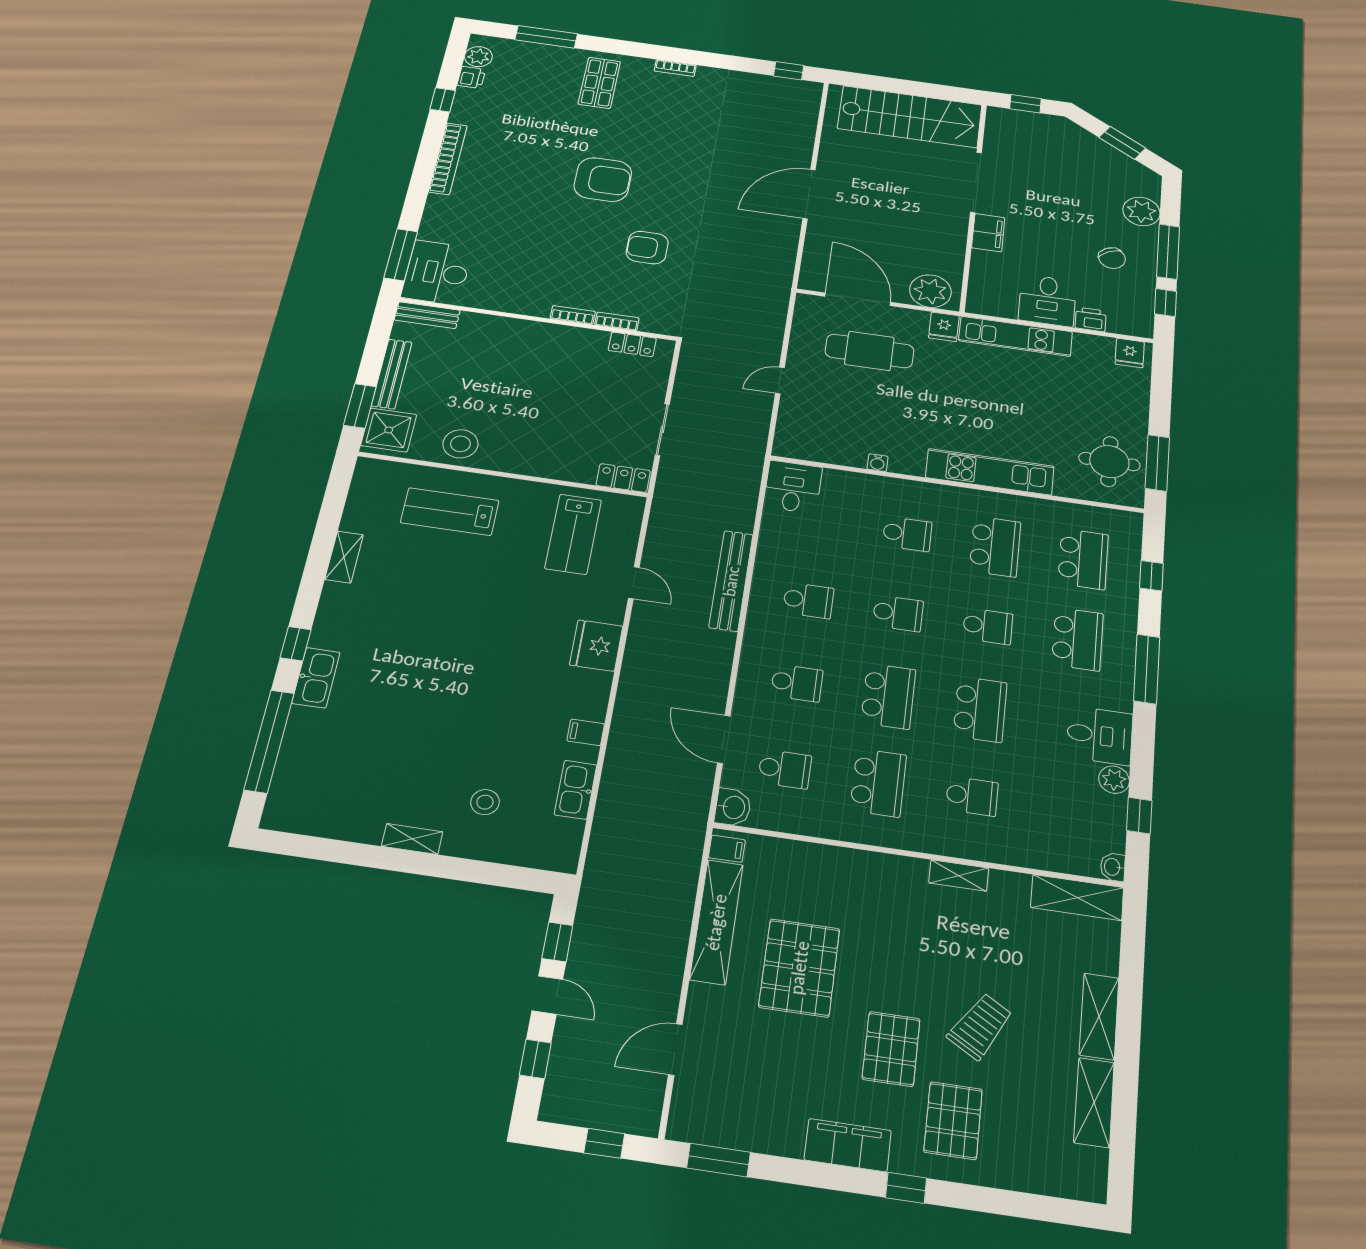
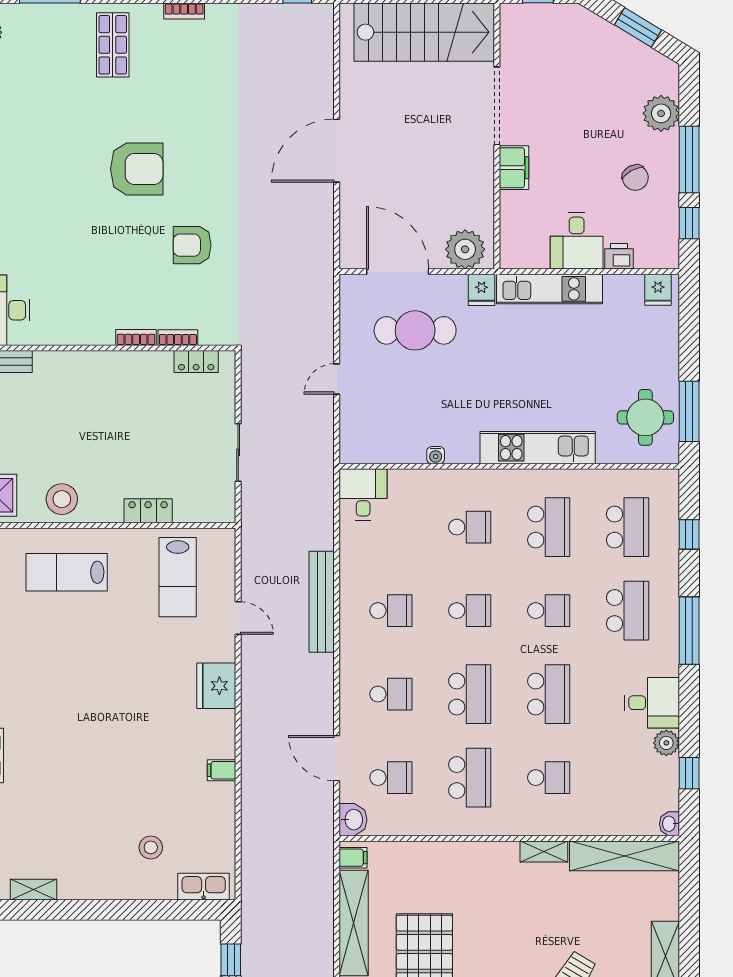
locker: (623, 478) -> (148, 511), moved
kitchen sink: (576, 790) -> (204, 887), moved, turned 90
shelving: (412, 839) -> (33, 890), moved
shelving: (1077, 898) -> (624, 856), width x1.47

